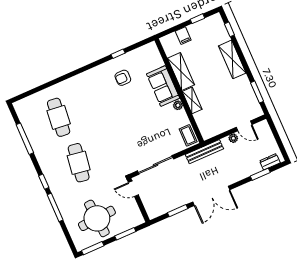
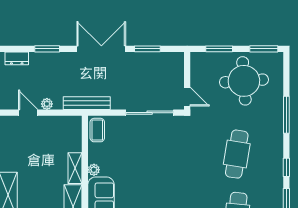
window: (260, 174) -> (47, 49), moved
window: (44, 182) -> (286, 167), moved

